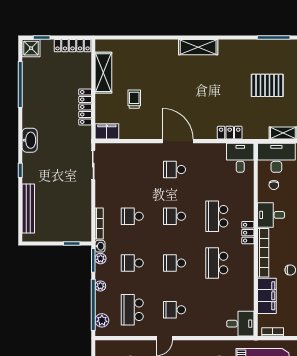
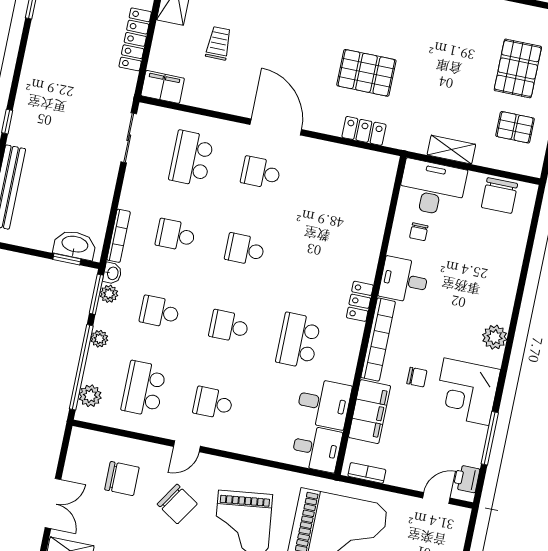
pallet: (267, 85) -> (366, 73), moved
washbasin: (30, 140) -> (75, 245), moved, turned -90
desk: (240, 158) -> (324, 403), moved, turned 90
school desk: (217, 216) -> (191, 158), moved

